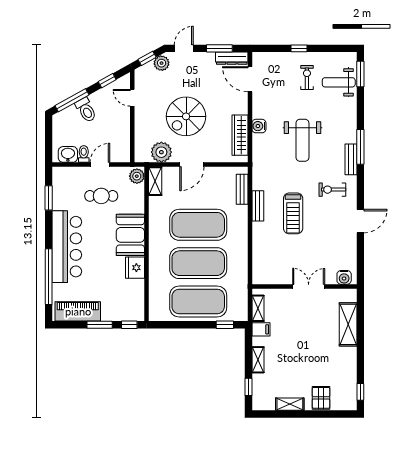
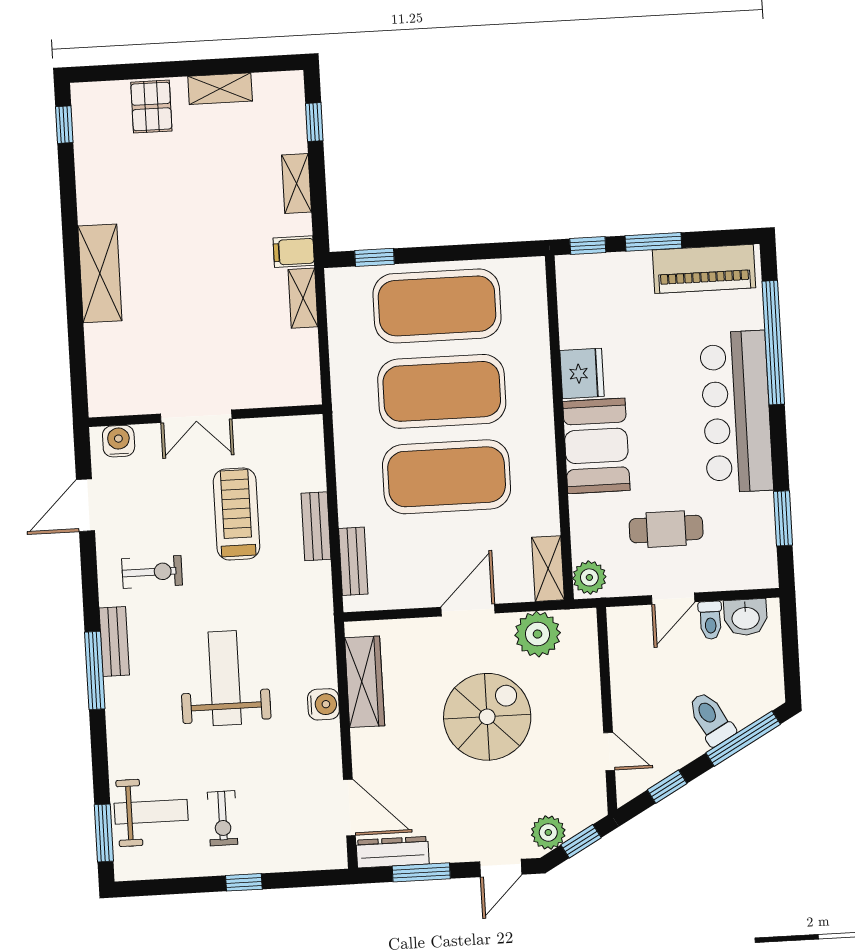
water cooler: (344, 277) -> (119, 441), moved
wall: (304, 286) -> (206, 416), moved
double door: (309, 286) -> (196, 416), moved

